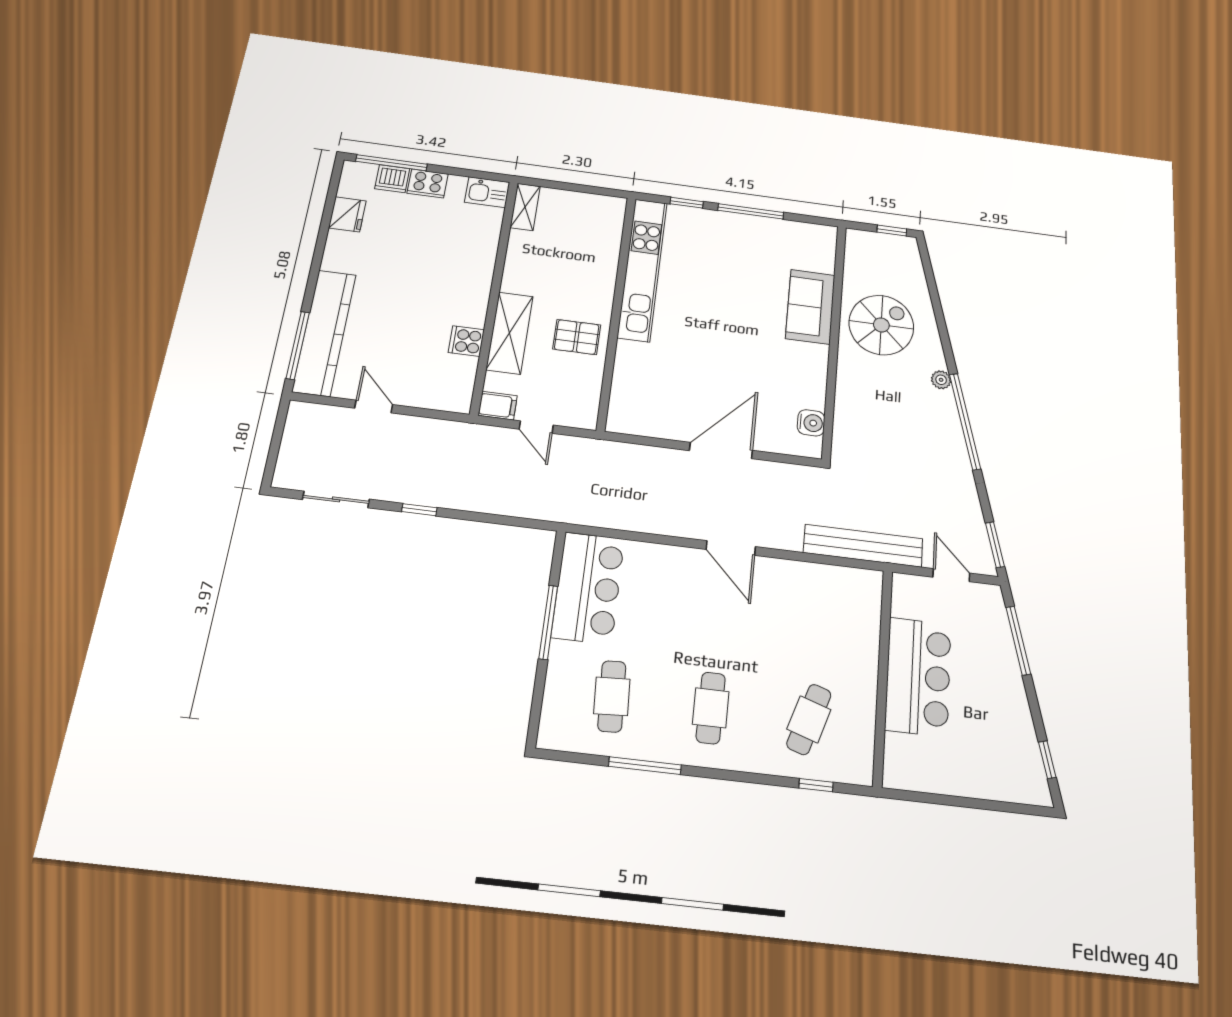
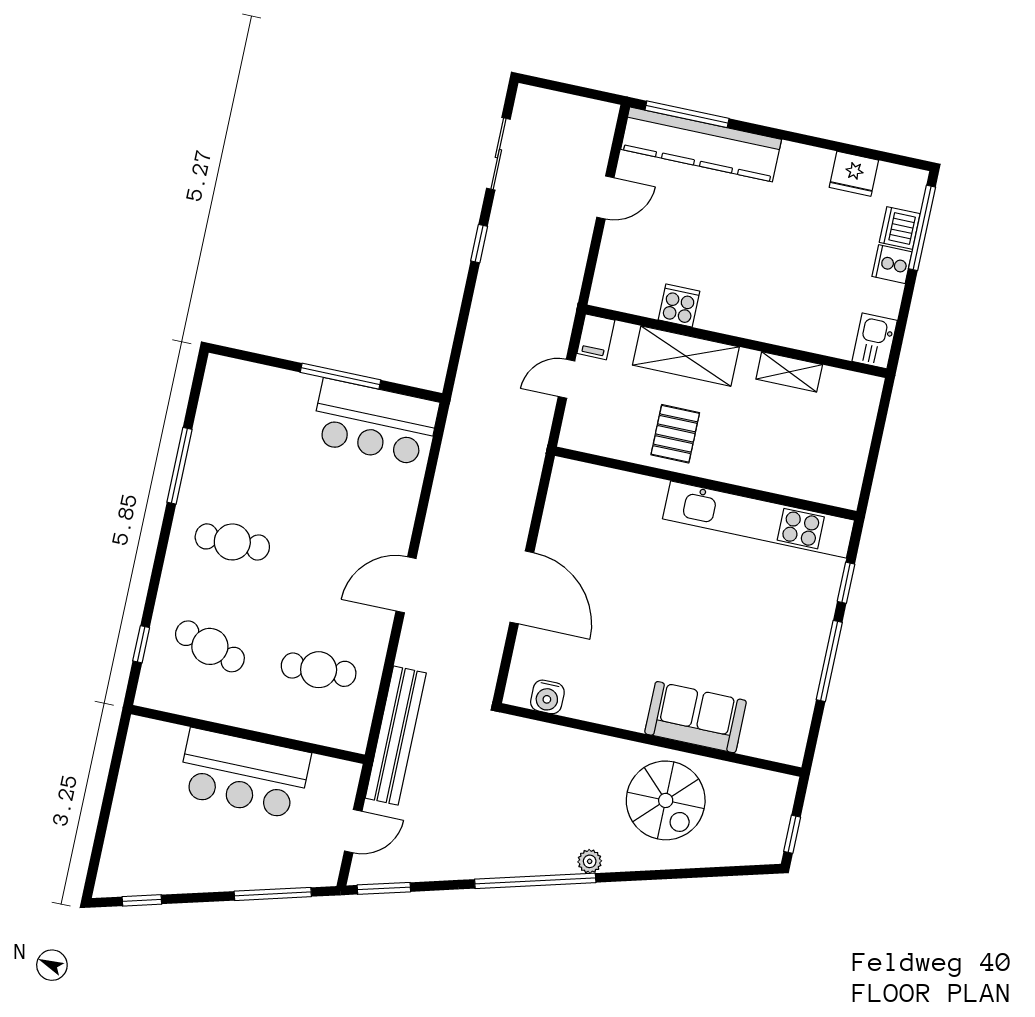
cooker: (428, 184) -> (892, 264), width x0.73
shelving: (525, 207) -> (789, 372), moved
cafe table: (612, 696) -> (319, 670), moved

